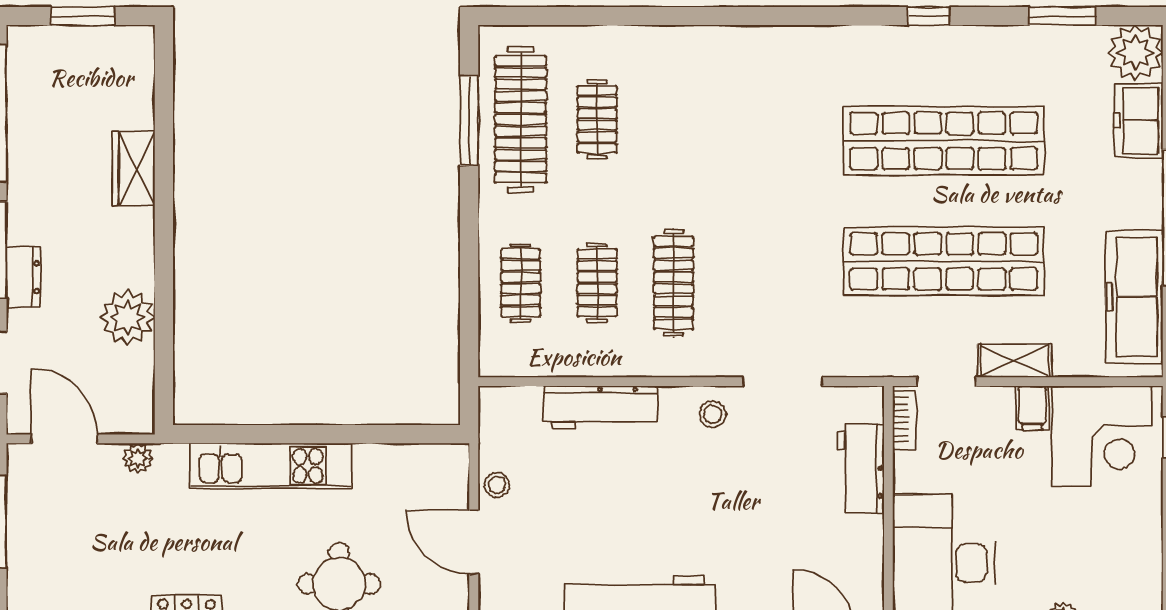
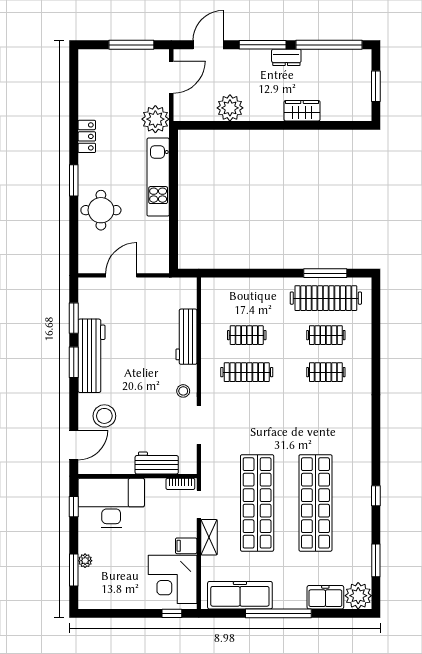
dresser: (23, 277) -> (286, 57), moved
clothes rail: (521, 283) -> (326, 372), moved
plant: (138, 458) -> (155, 119), width x1.88, depth x1.88
stool: (497, 485) -> (104, 416), moved, width x1.89, depth x1.89

